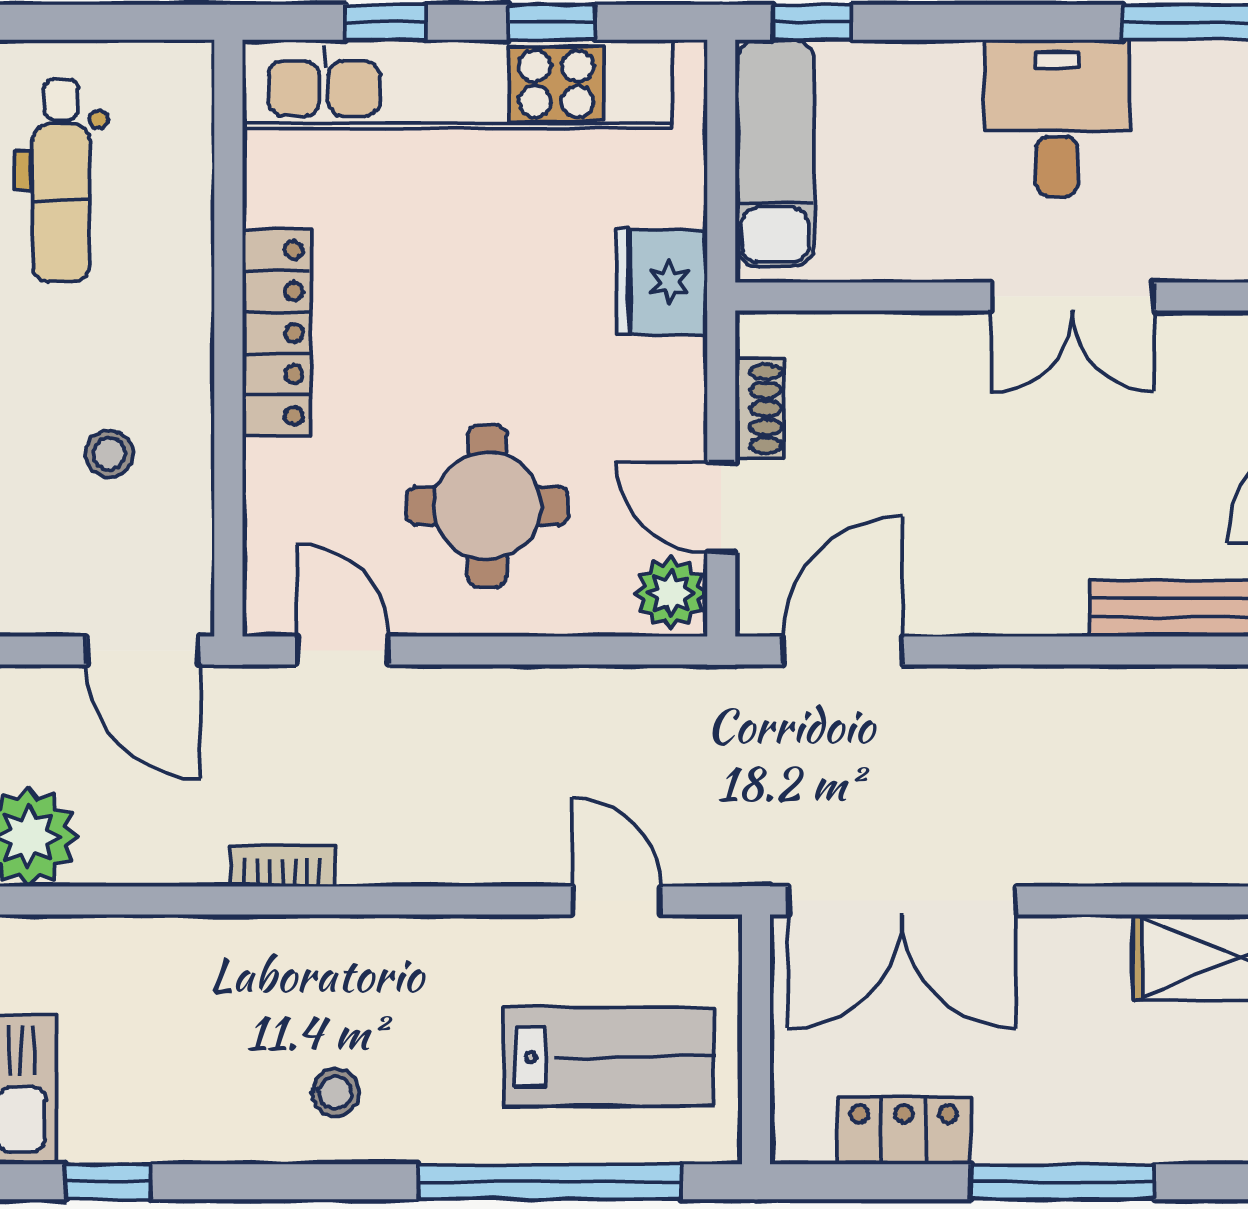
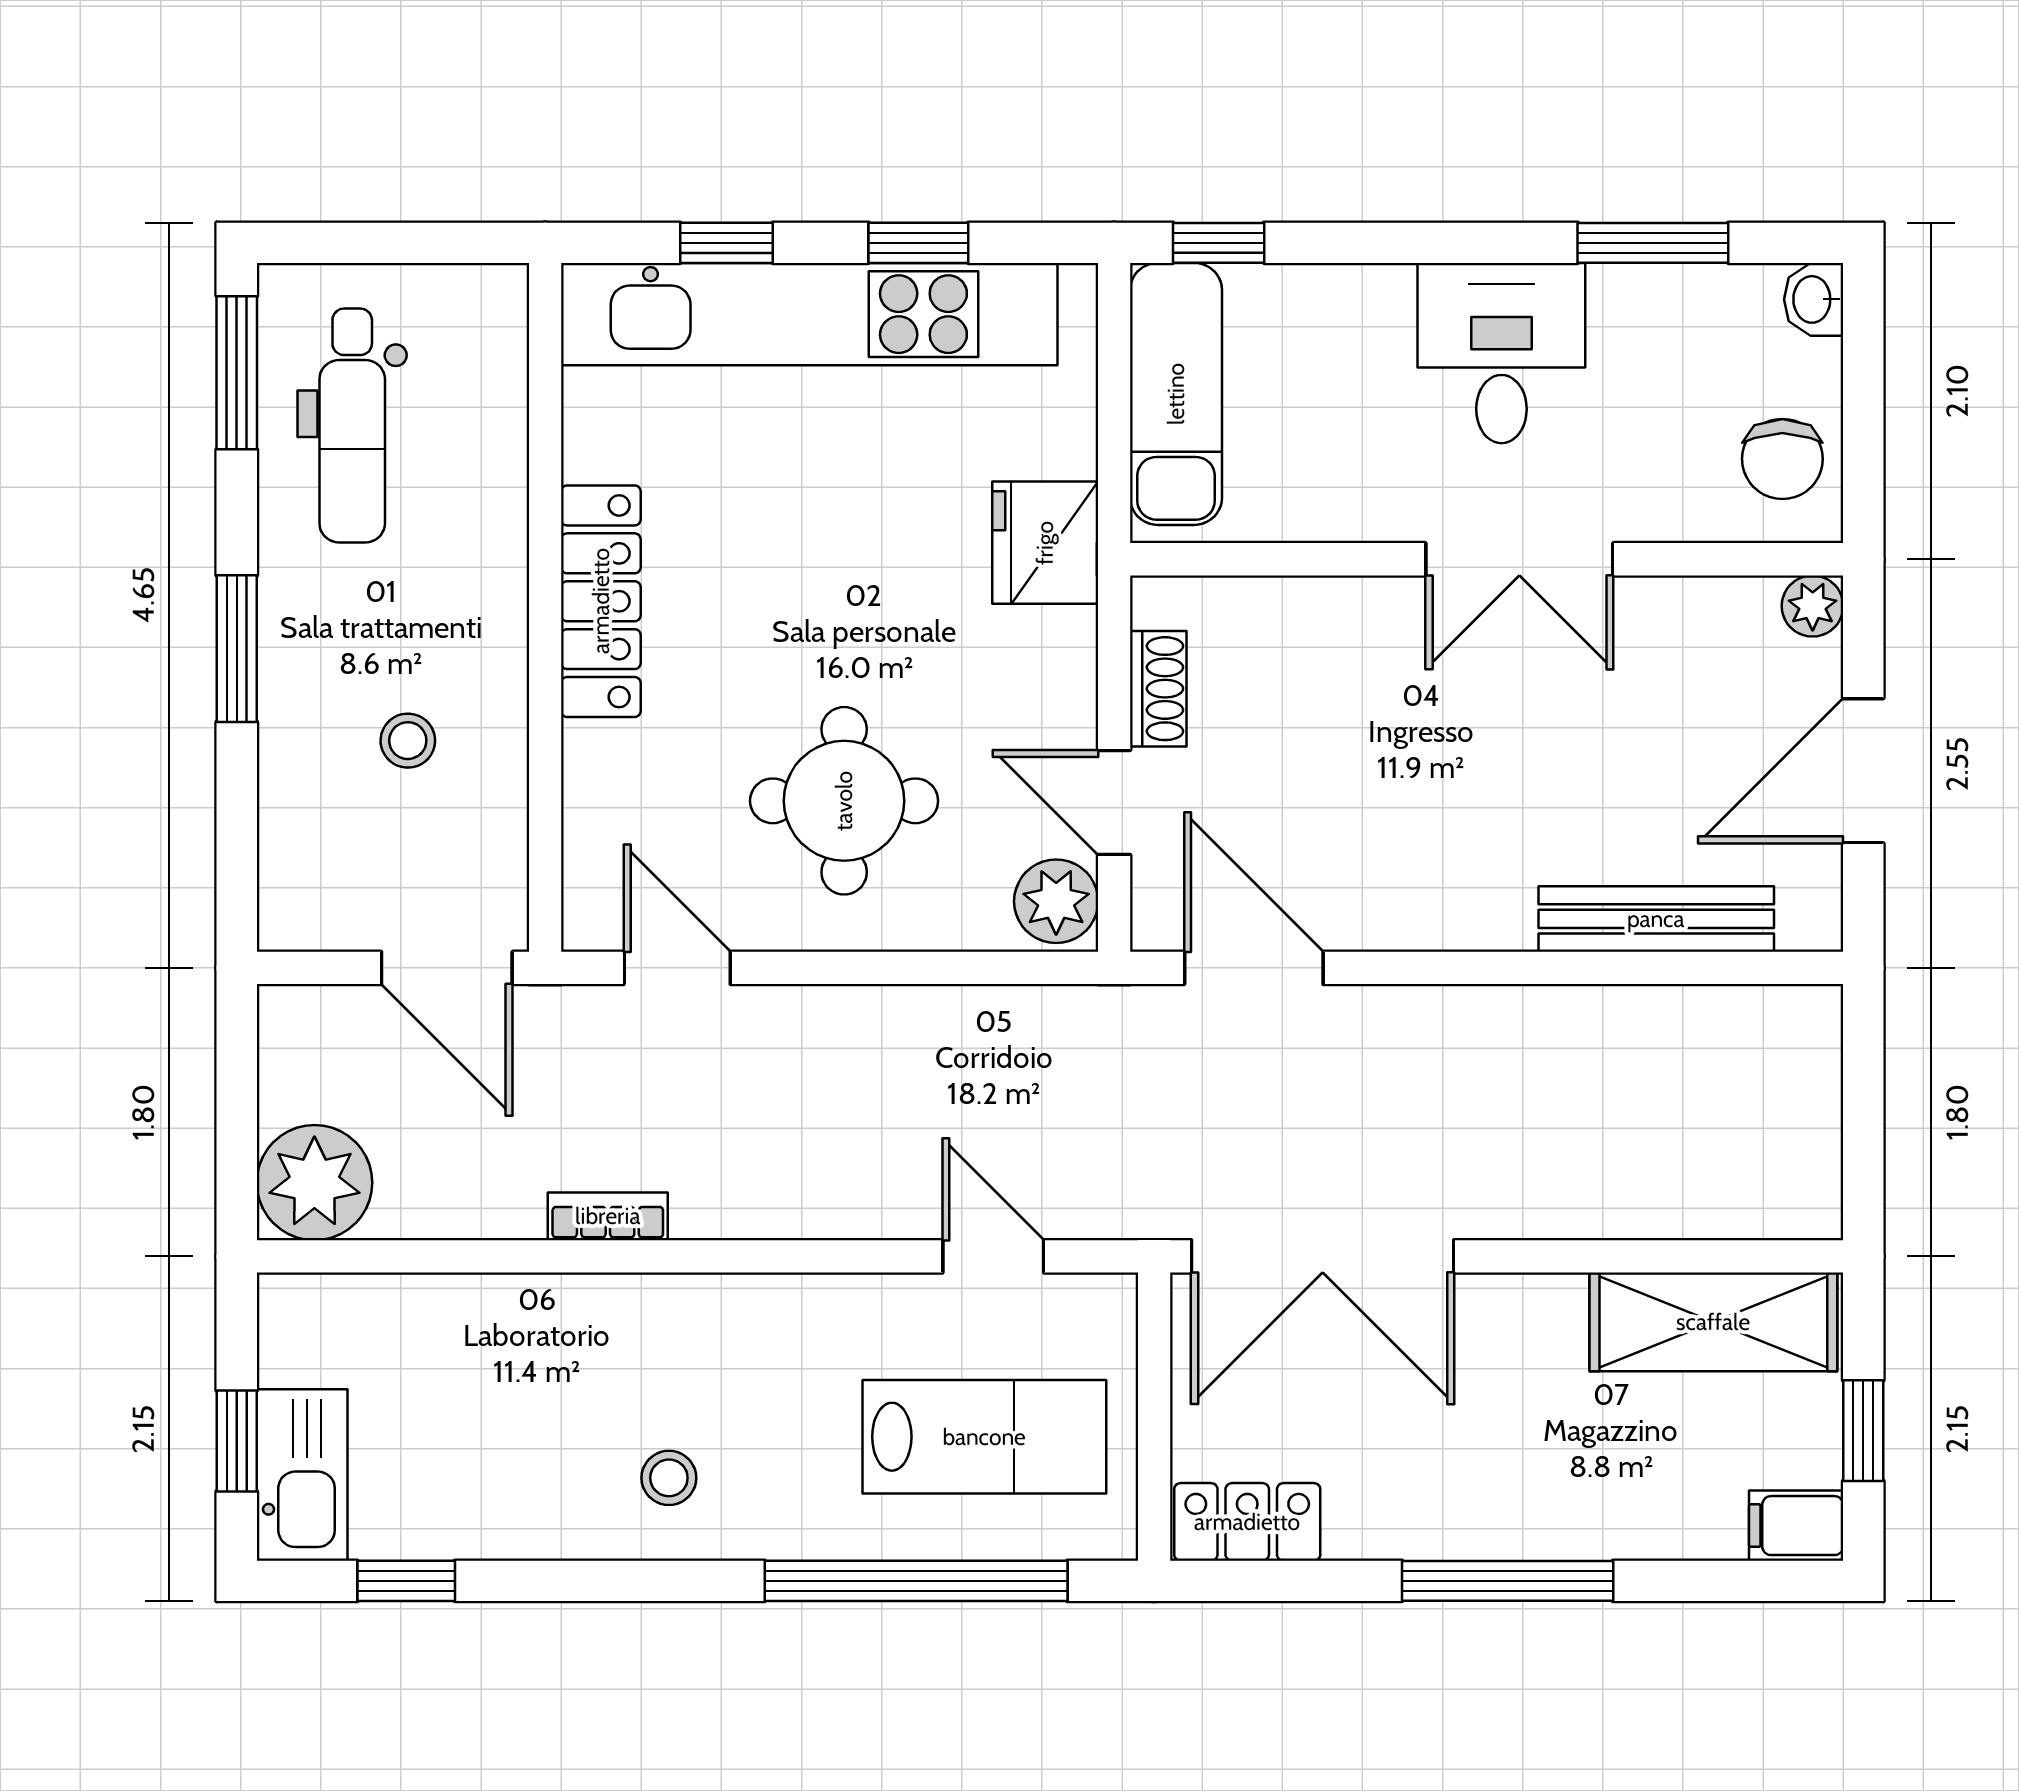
door: (842, 651) -> (1254, 968), hinge flipped
locker: (904, 1131) -> (1247, 1522), moved

